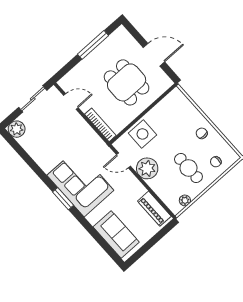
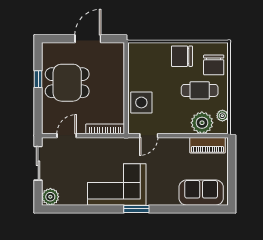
window: (93, 45) -> (38, 79), width x0.46
dining table: (127, 82) -> (67, 83), moved
chair: (202, 133) -> (182, 56), width x1.87, depth x1.87
chair: (216, 162) -> (214, 65), width x1.87, depth x1.87
plant: (147, 168) -> (202, 123), moved
corner sofa: (80, 183) -> (117, 185), moved

